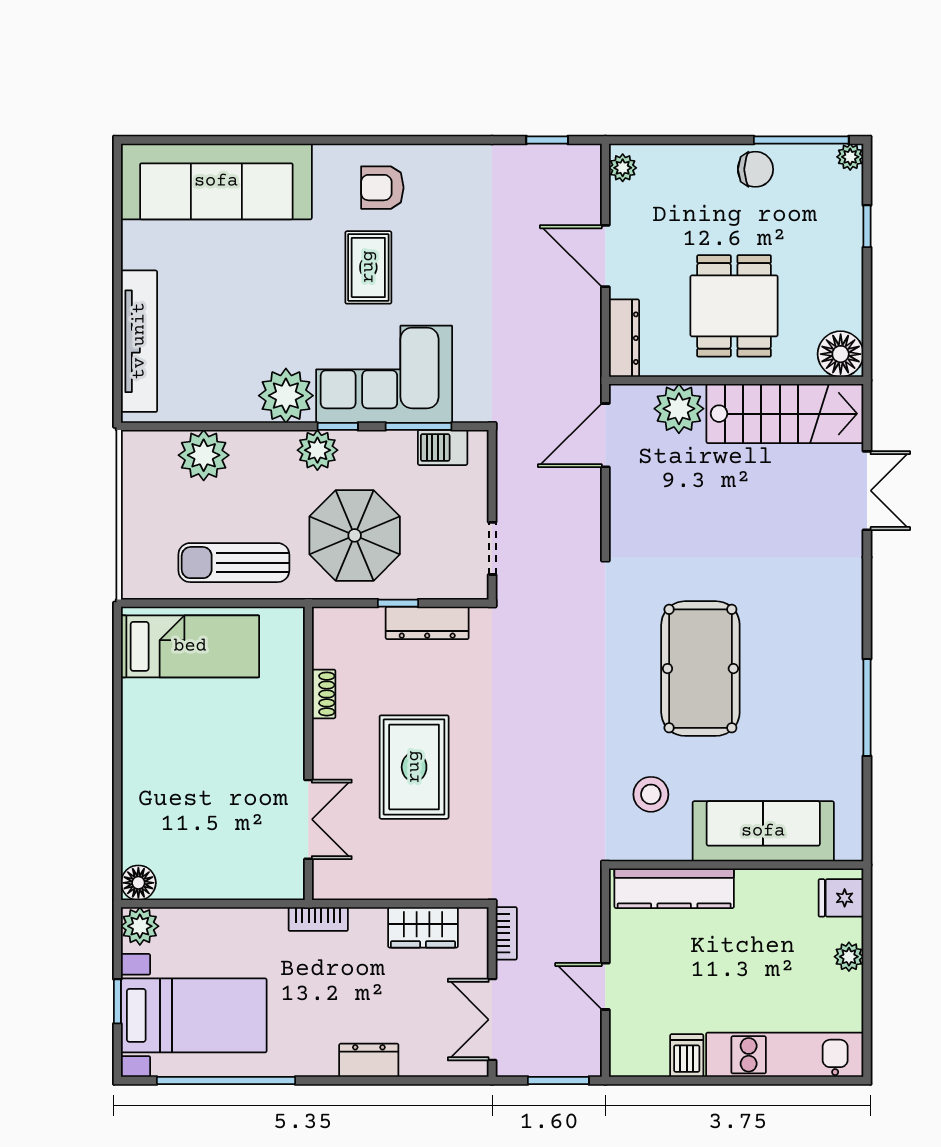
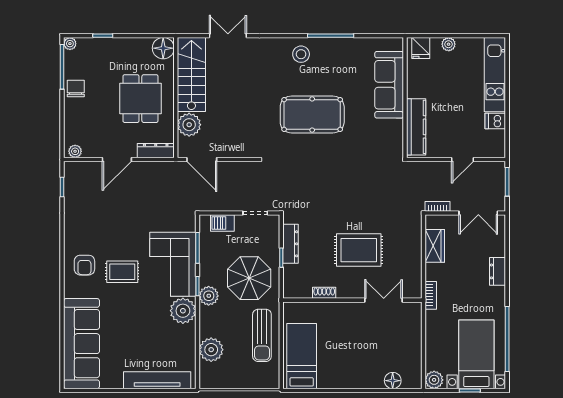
dining table: (734, 306) -> (140, 99), turned 90
barbecue: (443, 447) -> (222, 223), moved, turned 90
stool: (651, 794) -> (301, 54), moved
floor lamp: (138, 883) -> (393, 381), moved

